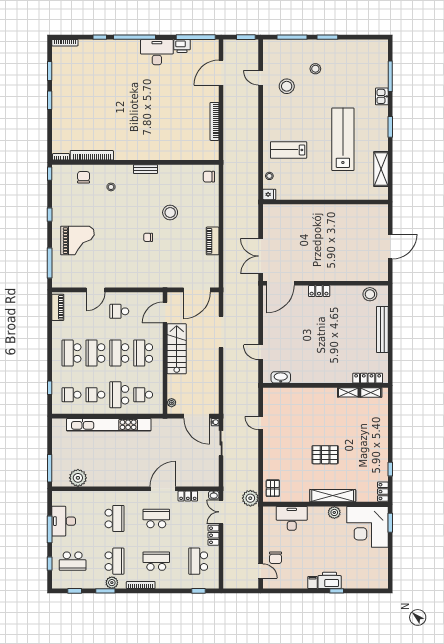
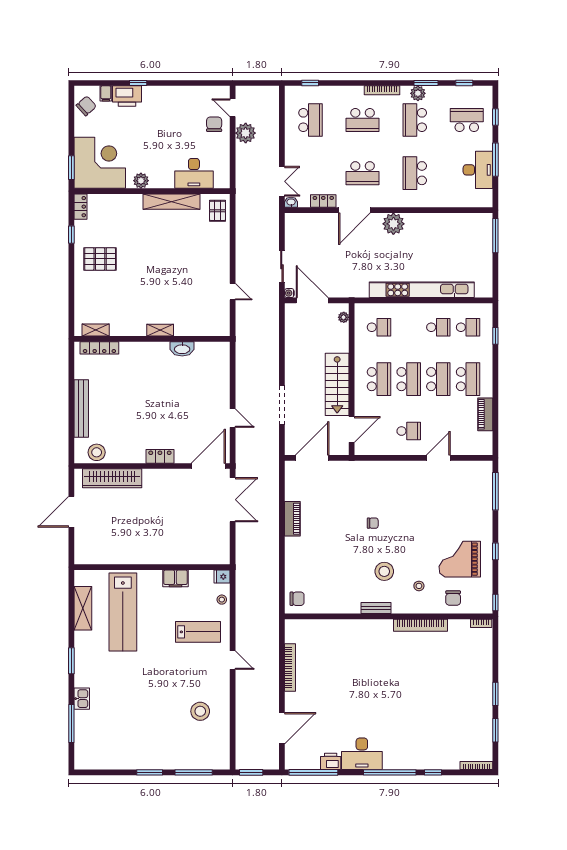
stool: (315, 69) -> (164, 733), removed
door: (261, 78) -> (233, 660), moved
lab bench: (343, 139) -> (123, 612), moved
bookcase: (92, 155) -> (421, 625), moved
filing cabinet: (307, 193) -> (175, 578), added
stool: (170, 212) -> (384, 571), moved
grand piano: (77, 241) -> (460, 559), moved
wardrobe: (357, 273) -> (112, 478), added
piano: (58, 307) -> (485, 414), moved
door: (261, 352) -> (233, 418), moved
washbasin: (281, 377) -> (182, 349), moved
shelving: (348, 392) -> (160, 330), moved
school desk: (119, 395) -> (409, 327), removed
pallet: (325, 455) -> (100, 259), moved
plant: (78, 478) -> (393, 224), moved
shelving: (333, 496) -> (171, 202), moved
plant: (250, 498) -> (246, 133), moved
locker: (213, 535) -> (291, 152), removed
chair: (378, 572) -> (86, 106), added
printer: (330, 580) -> (127, 96), moved
filing cabinet: (313, 582) -> (106, 93), moved

